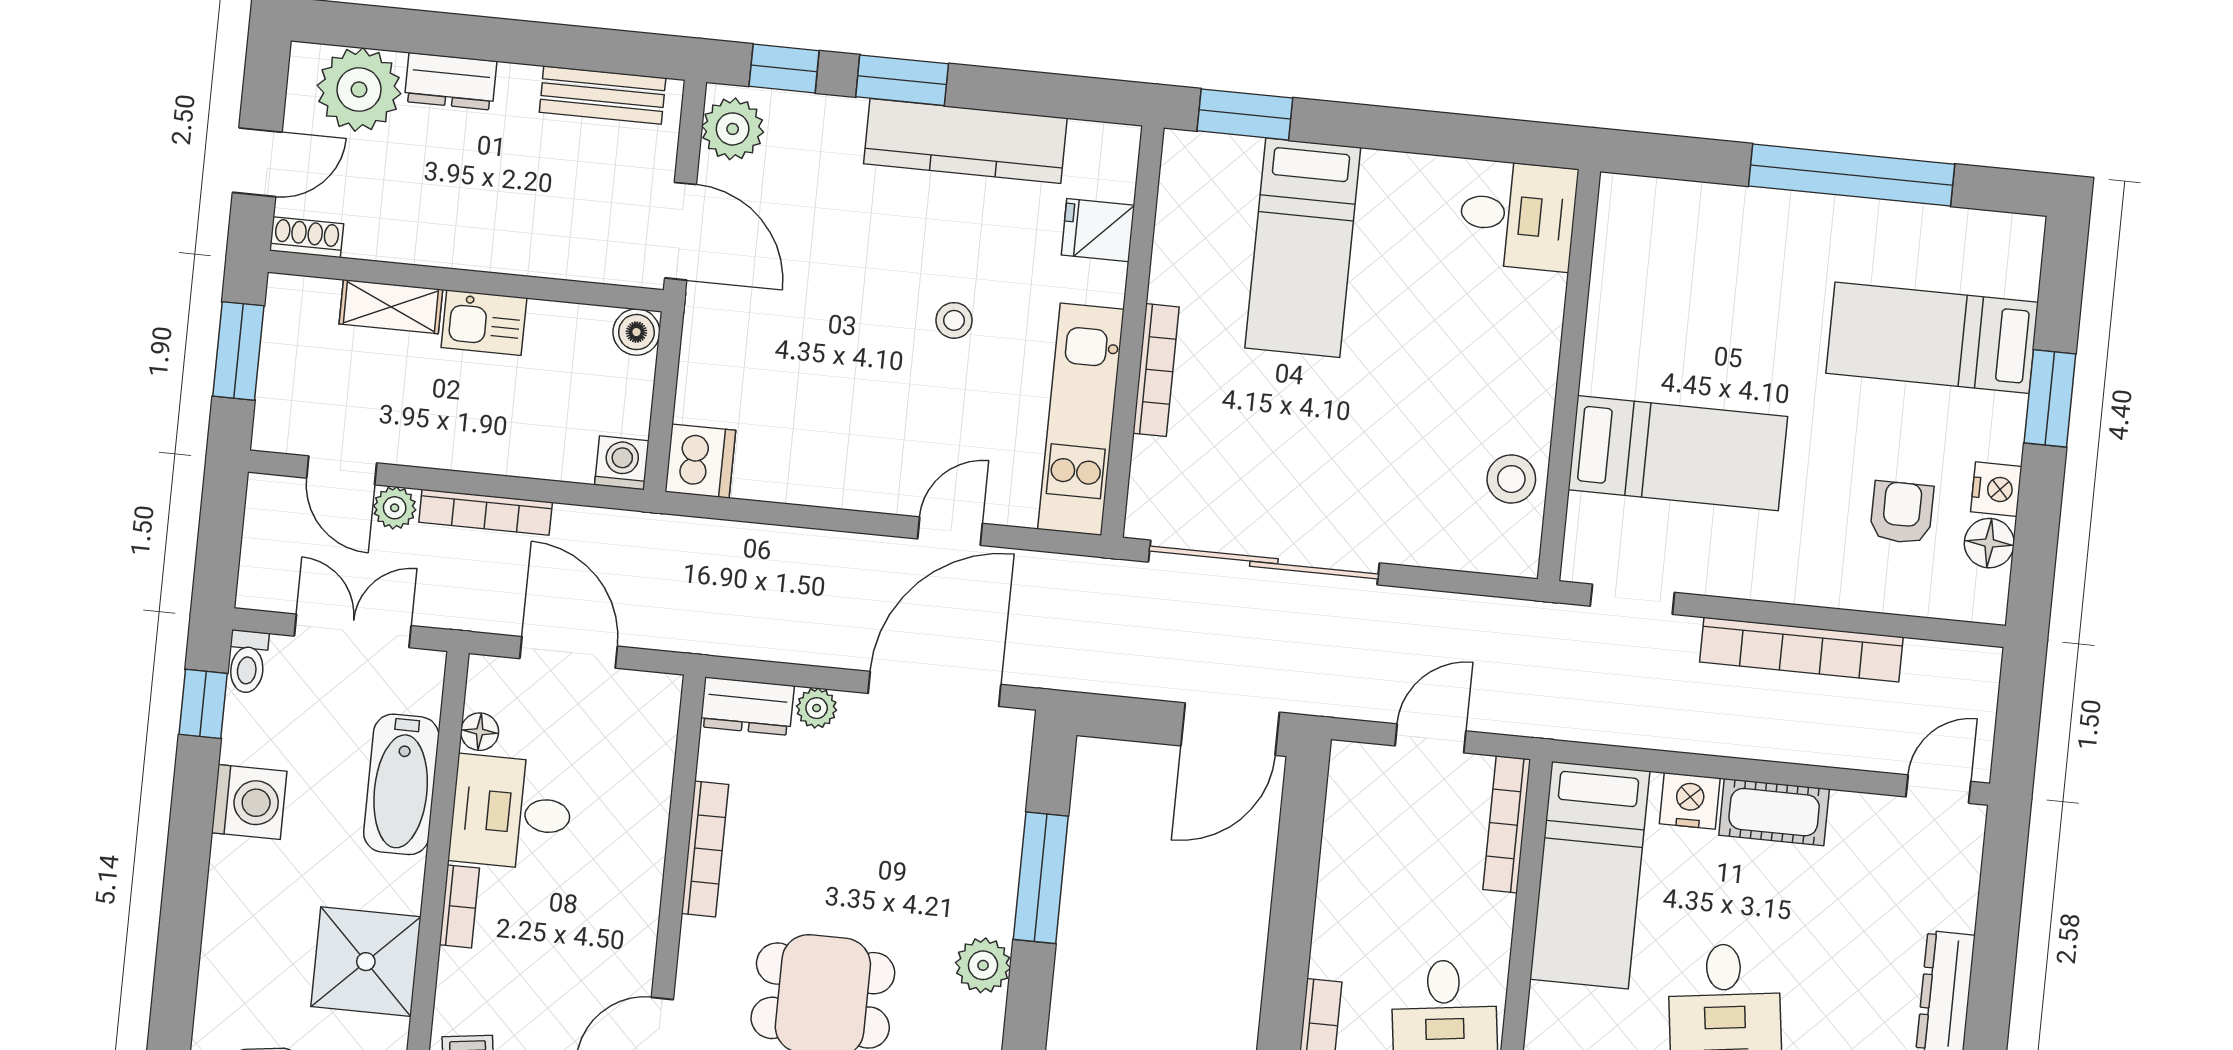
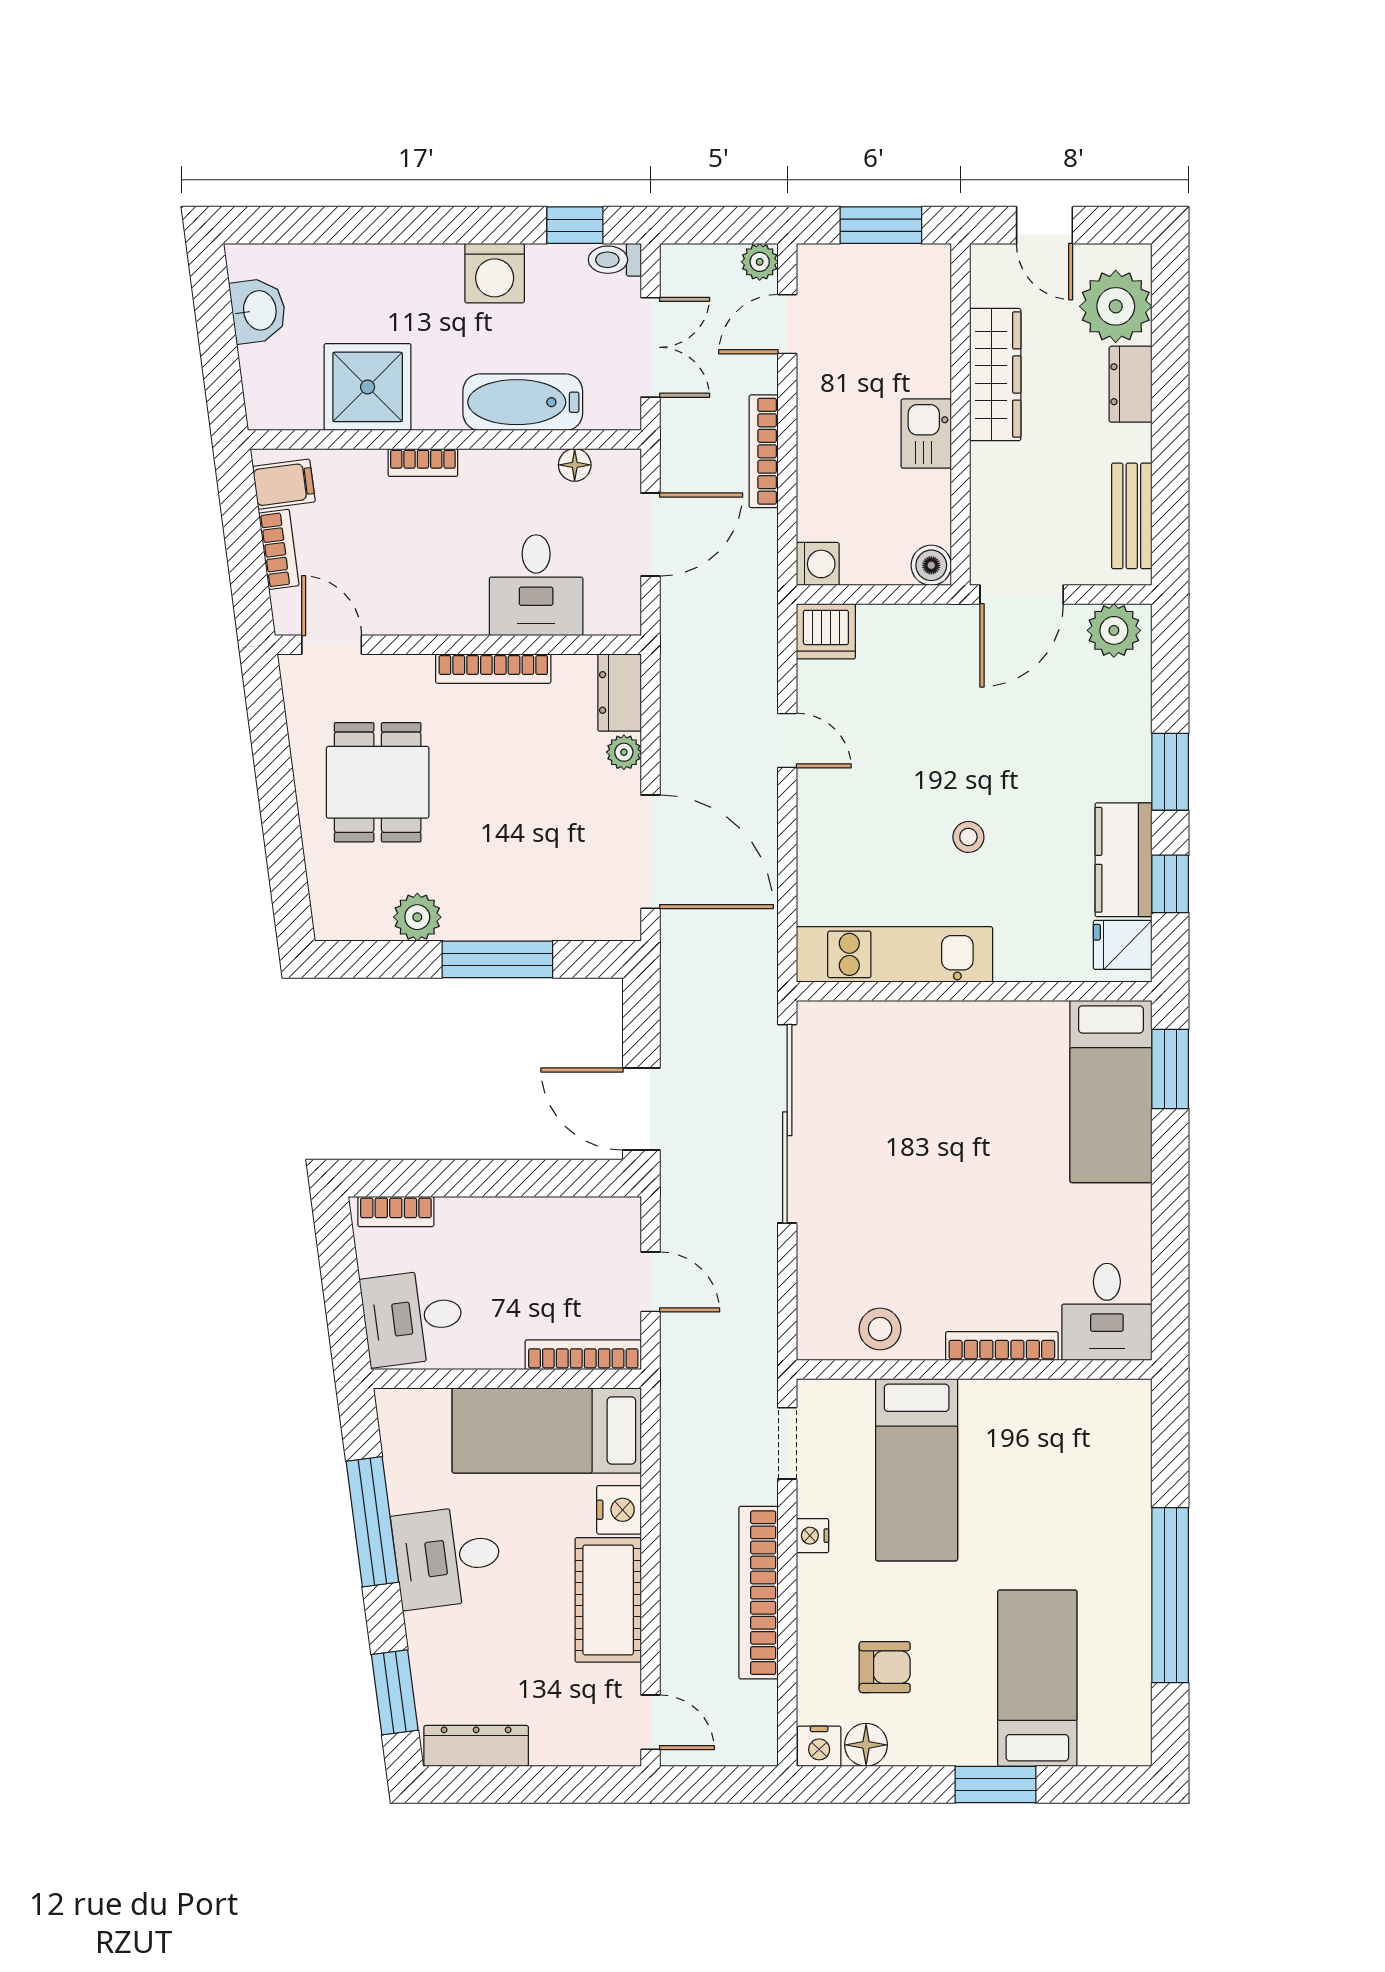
window: (784, 68) -> (1170, 884), moved
kitchen counter: (965, 141) -> (1123, 860), width x0.67
fridge: (1098, 230) -> (1123, 945), moved, turned -90
wardrobe: (424, 236) -> (995, 375), added
shoe rack: (307, 237) -> (984, 274), removed
bed: (1303, 248) -> (1111, 1091), moved, turned -90
shelving: (391, 307) -> (932, 352), removed
bookcase: (1156, 370) -> (1002, 1346), moved, turned 180
nightstand: (1996, 489) -> (819, 1746), moved
plant: (395, 508) -> (760, 262), moved
door: (950, 531) -> (787, 741), moved
nightstand: (1742, 581) -> (812, 1536), added
desk: (511, 812) -> (536, 585), moved, turned 180
cot: (1774, 812) -> (608, 1600), width x1.37, depth x1.34

